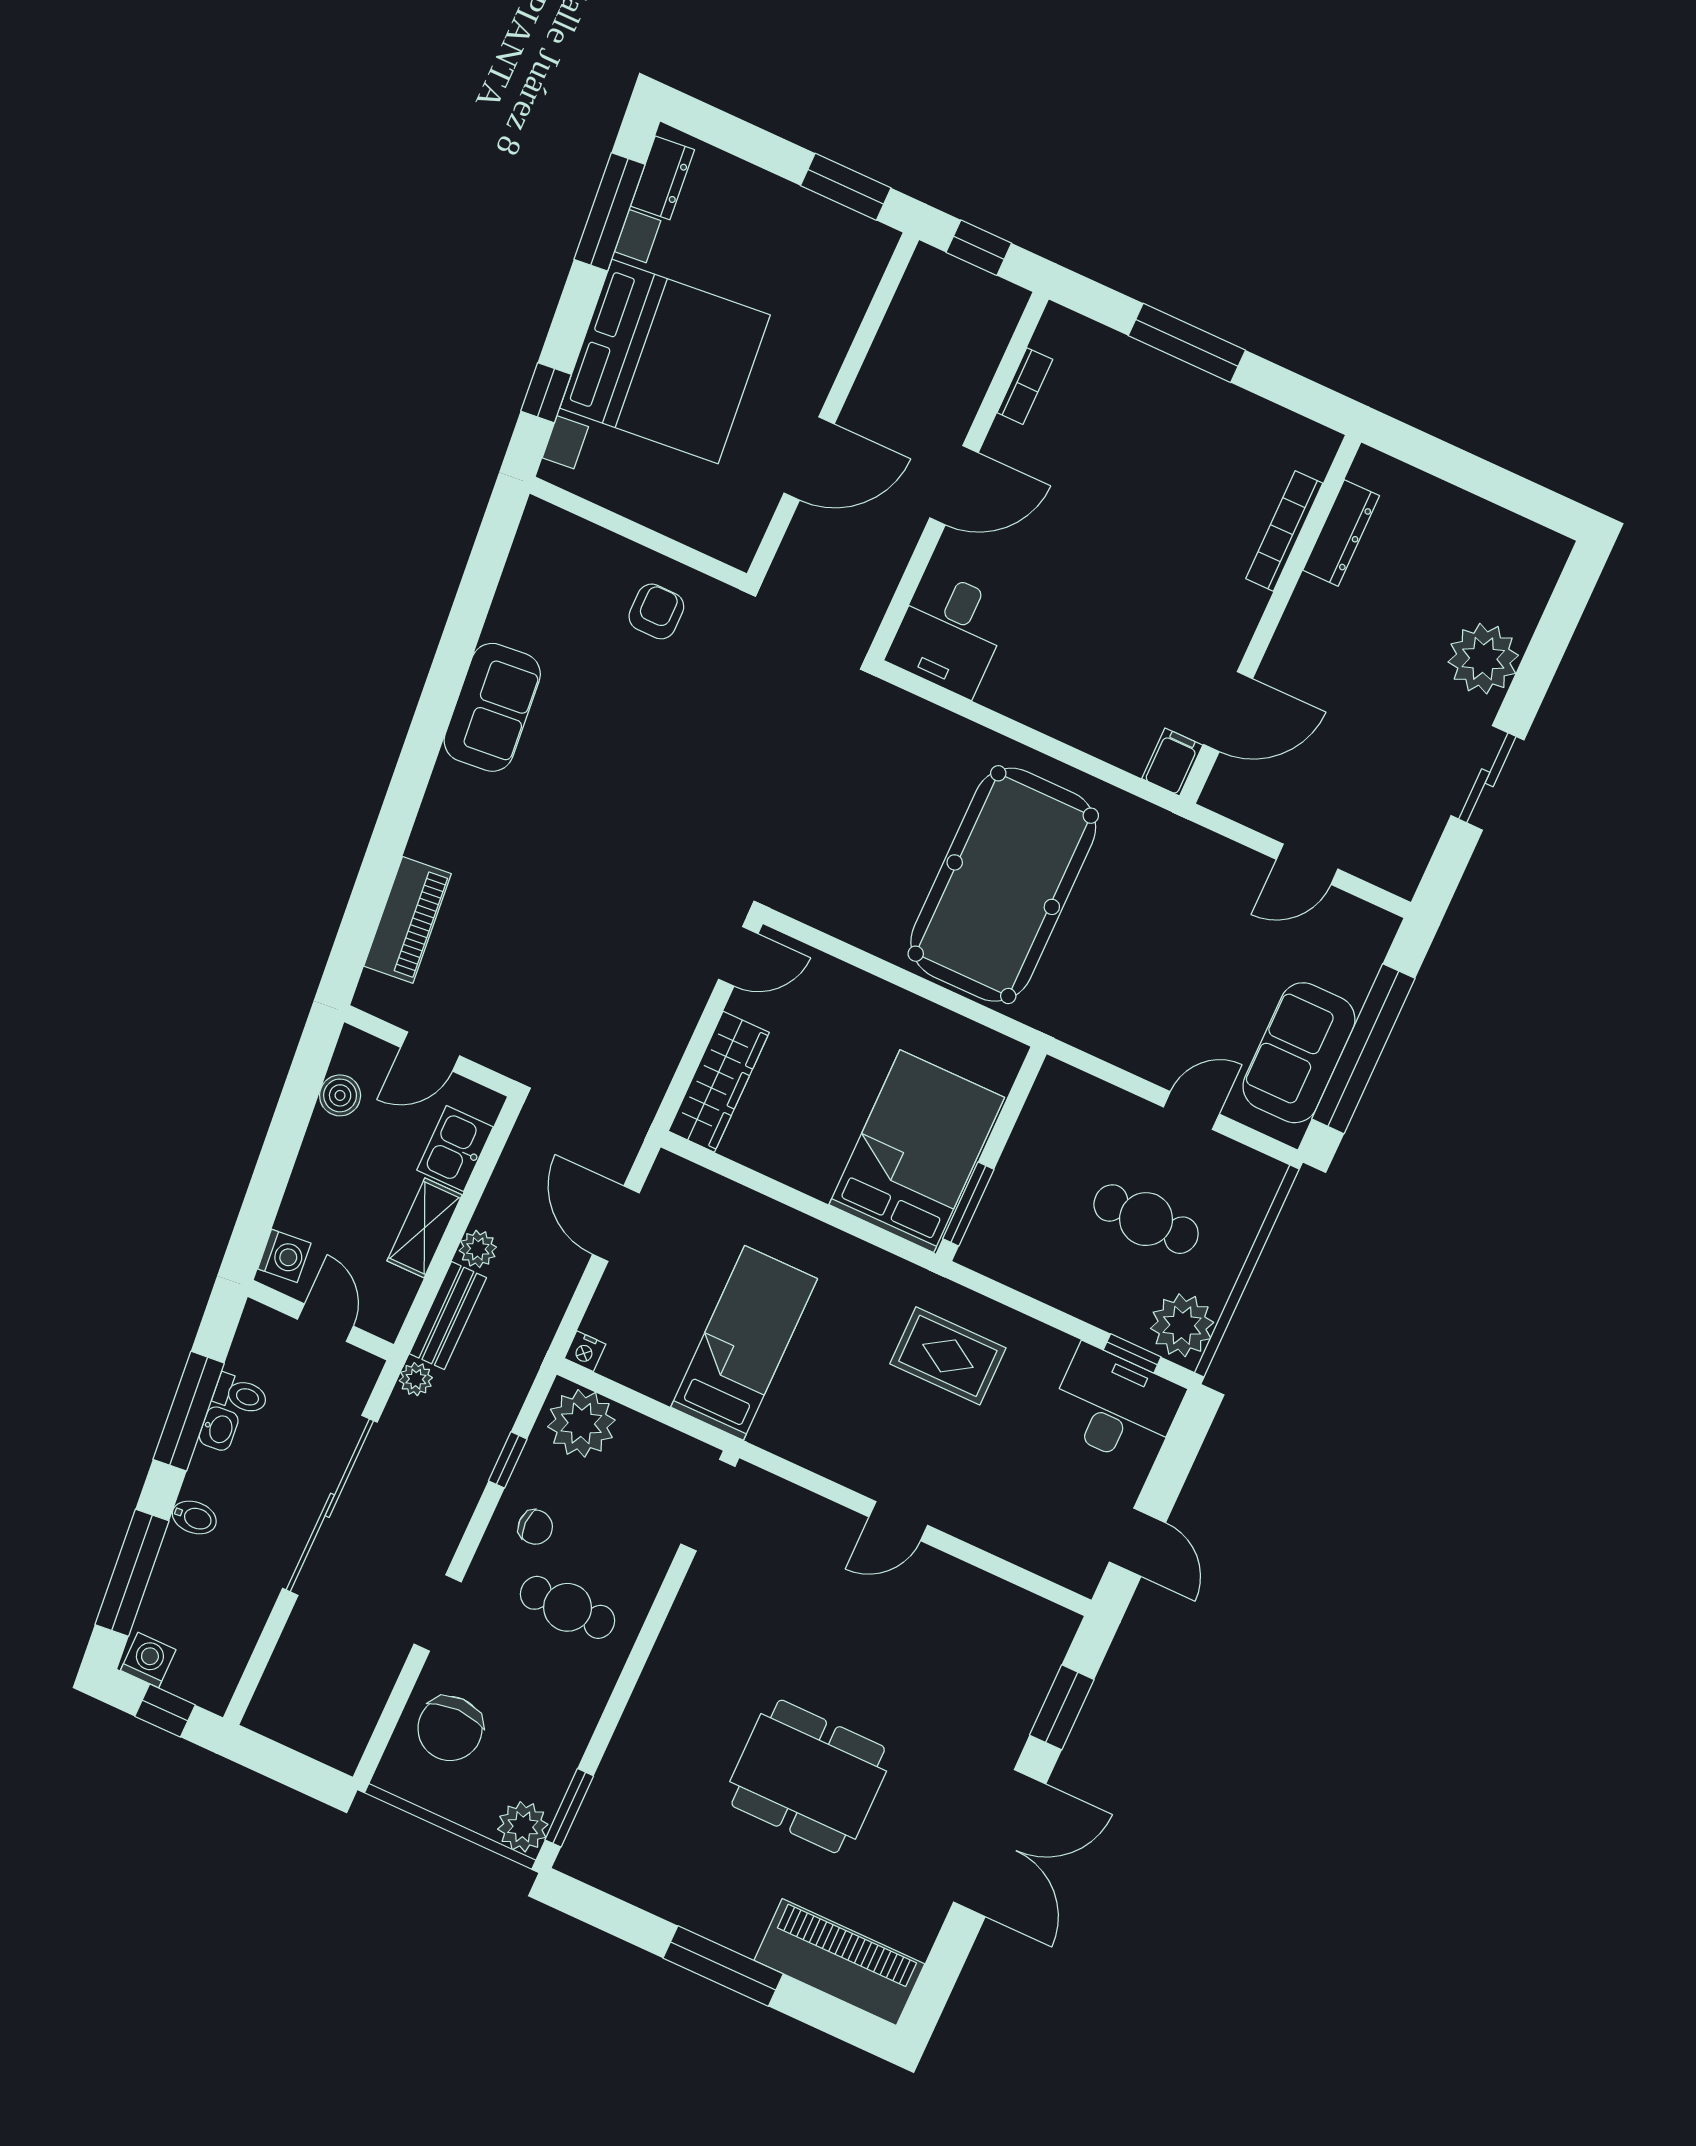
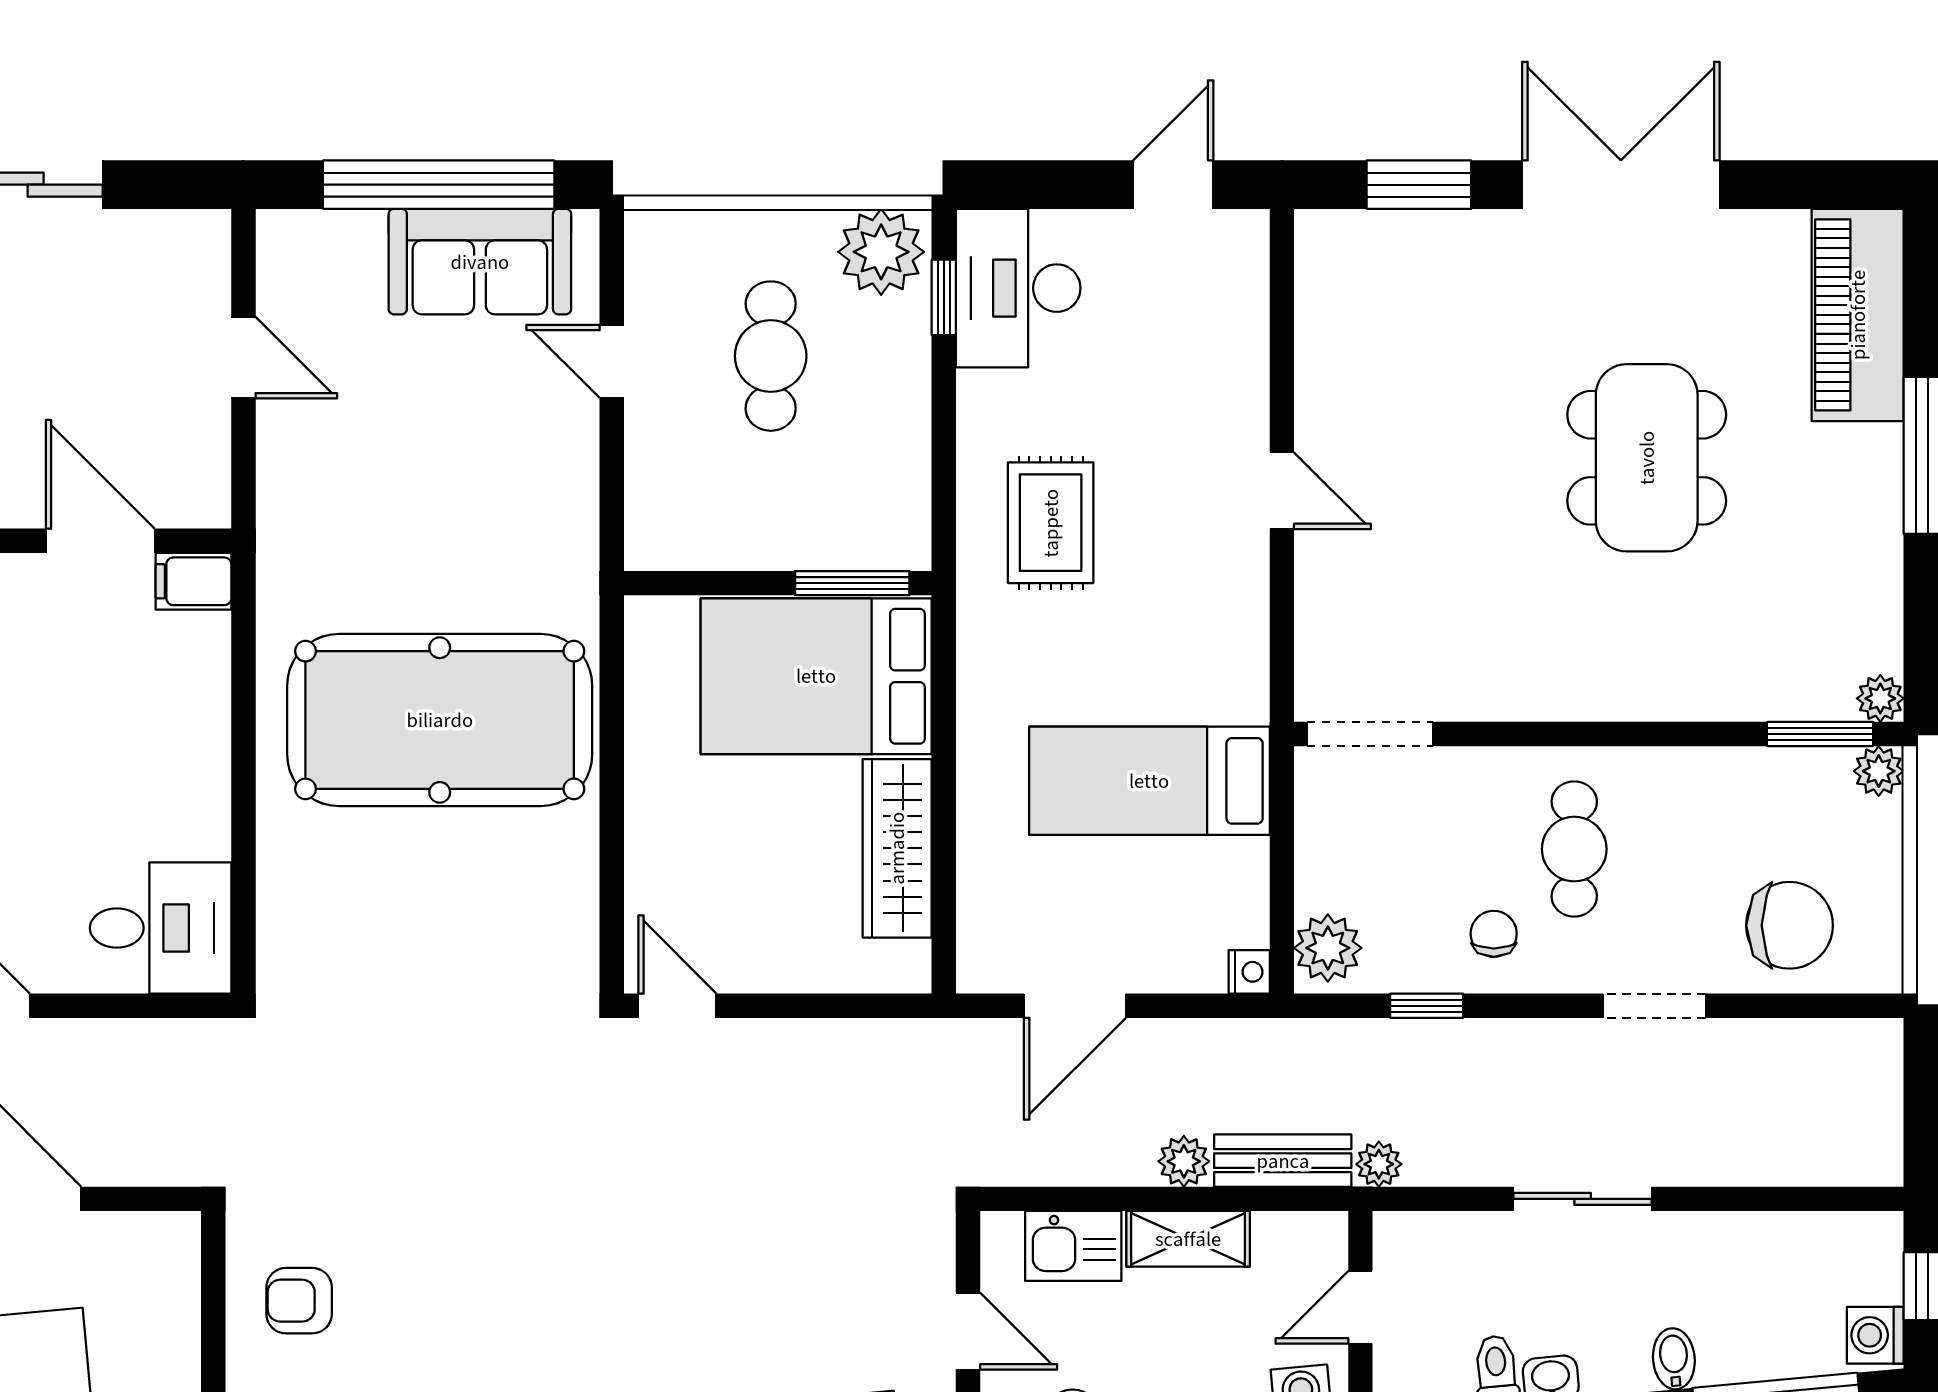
wardrobe: (719, 1082) -> (897, 848), moved, turned -90
plant: (581, 1423) -> (1328, 948), width x0.73, depth x0.73
sliding door: (330, 1505) -> (1583, 1199), width x0.54
plant: (523, 1827) -> (1879, 771), width x0.73, depth x0.73
plant: (575, 1859) -> (1880, 698), added

